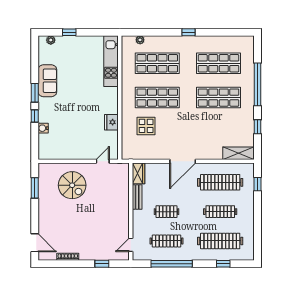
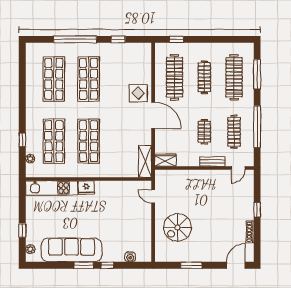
window: (188, 32) -> (22, 140), moved
sofa: (47, 81) -> (72, 250), width x1.85, depth x1.27
fridge: (111, 122) -> (86, 188), moved
display table: (146, 126) -> (138, 93), moved
water cooler: (43, 128) -> (130, 257), moved
shelving: (239, 153) -> (145, 161), moved
spiral stairs: (72, 185) -> (177, 227), turned 180
window: (35, 188) -> (191, 265), moved
bench: (137, 197) -> (212, 161), moved
door: (131, 245) -> (238, 168), hinge flipped
window: (102, 264) -> (257, 210), moved
window: (223, 264) -> (257, 74), width x2.17

